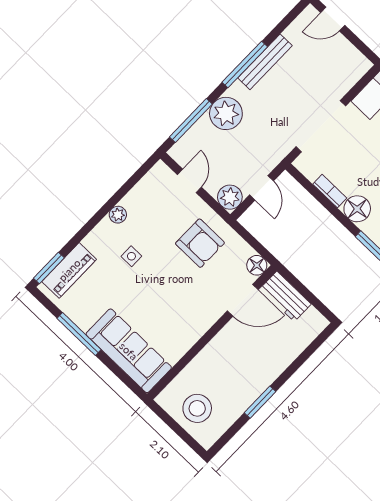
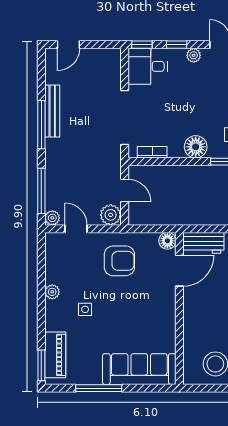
plant: (226, 113) -> (52, 218), moved, width x0.53, depth x0.53
bookcase: (330, 191) -> (152, 152), moved

